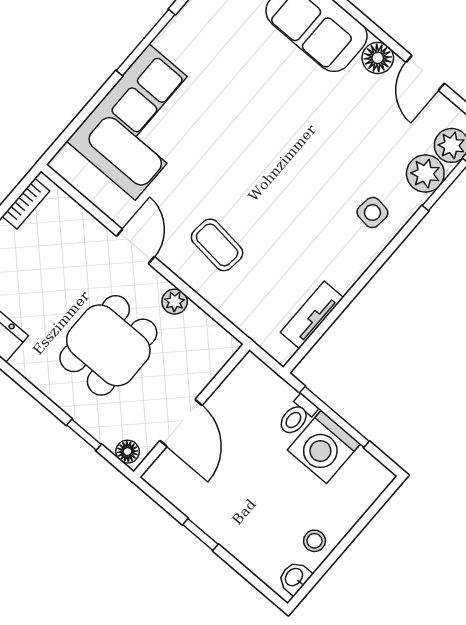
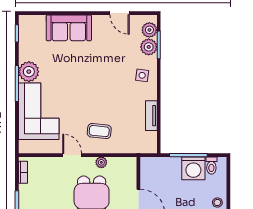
plant: (184, 40) -> (29, 72), added
floor lamp: (378, 58) -> (99, 22), removed
tv unit: (312, 315) -> (151, 116), moved
toilet: (297, 416) -> (211, 166), moved

